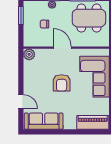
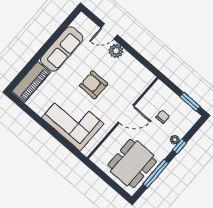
plant: (29, 54) -> (116, 51), moved
sofa: (44, 121) -> (62, 49), moved

